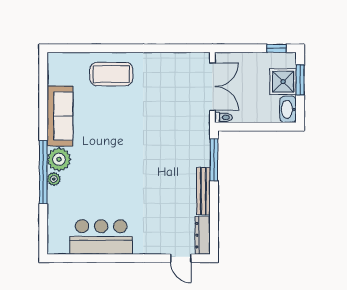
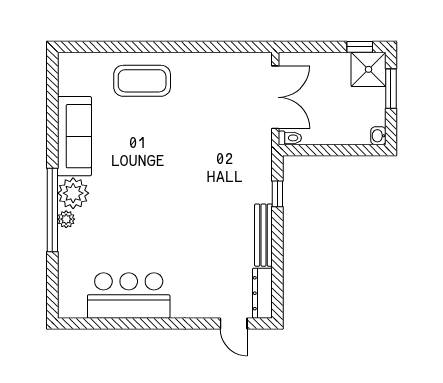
shower: (283, 82) -> (368, 69), moved
washbasin: (288, 109) -> (378, 136), width x0.52, depth x0.69
window: (214, 160) -> (277, 194), width x0.46

